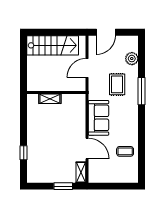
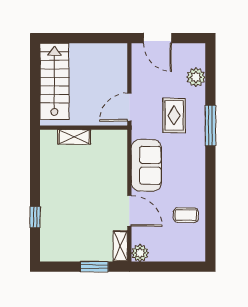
door: (106, 32) -> (157, 38), hinge flipped
stairs: (53, 45) -> (54, 81), moved, turned -90
door: (87, 68) -> (129, 107), moved
plant: (94, 177) -> (140, 253), added

